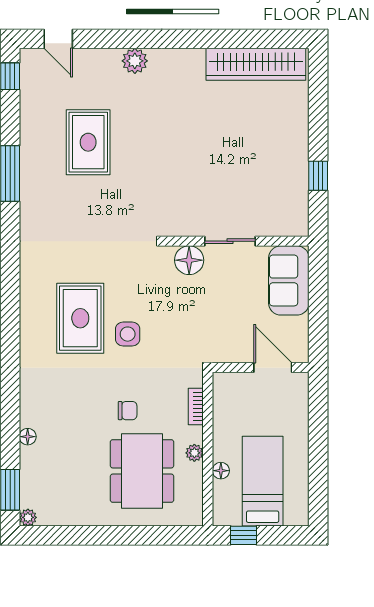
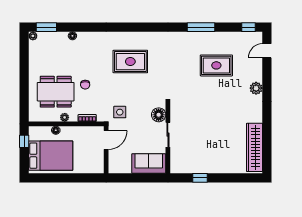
side table: (128, 334) -> (120, 112), moved
door: (273, 368) -> (106, 140), moved
bed: (263, 481) -> (51, 156), width x1.50

